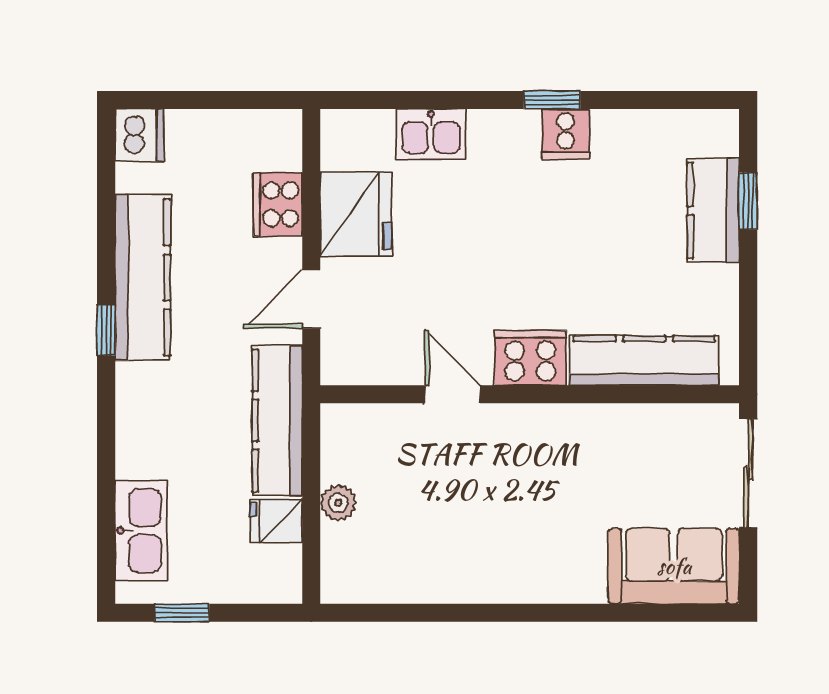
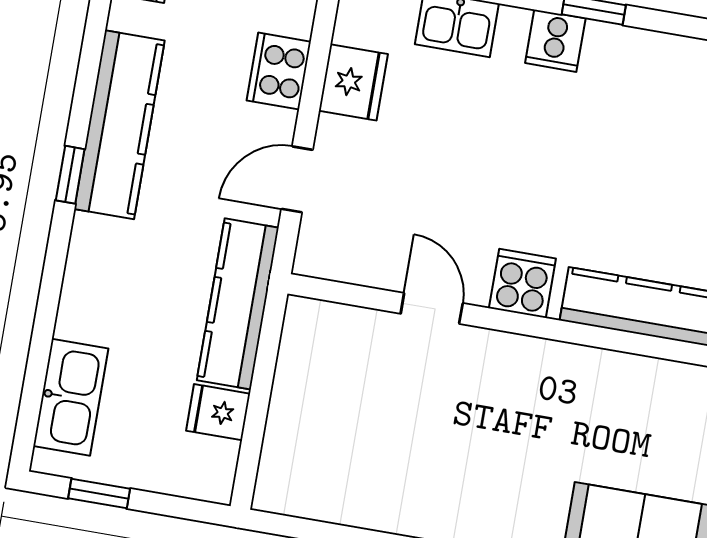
cooker: (565, 134) -> (555, 41), moved
fridge: (356, 214) -> (353, 82), width x0.73, depth x0.75
cooker: (530, 358) -> (522, 283), width x0.73
plant: (338, 503) -> (288, 404), removed

